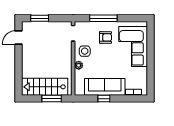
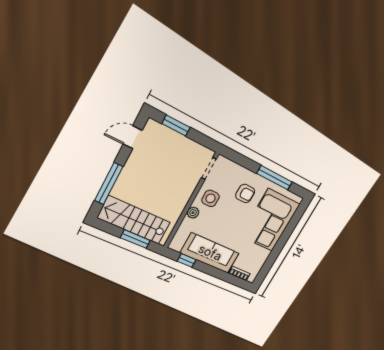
window: (103, 18) -> (274, 178), moved
window: (19, 71) -> (109, 184), added
window: (104, 99) -> (187, 260), moved

